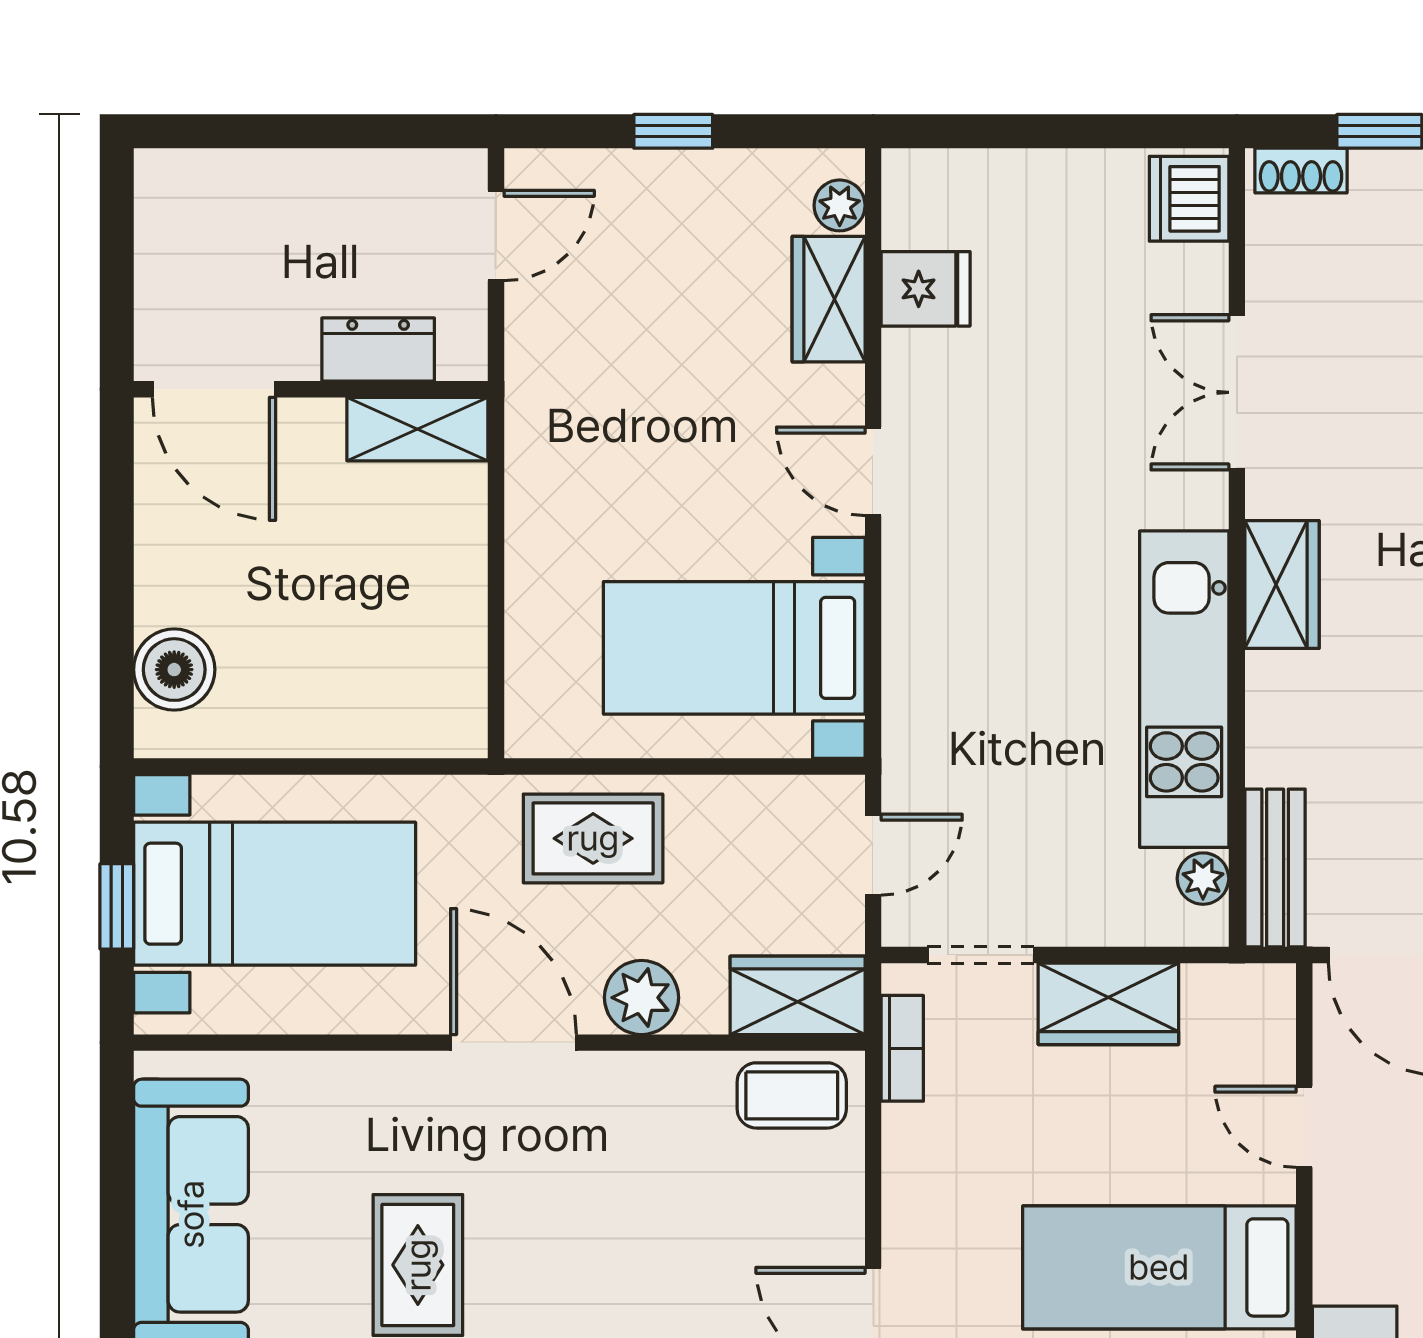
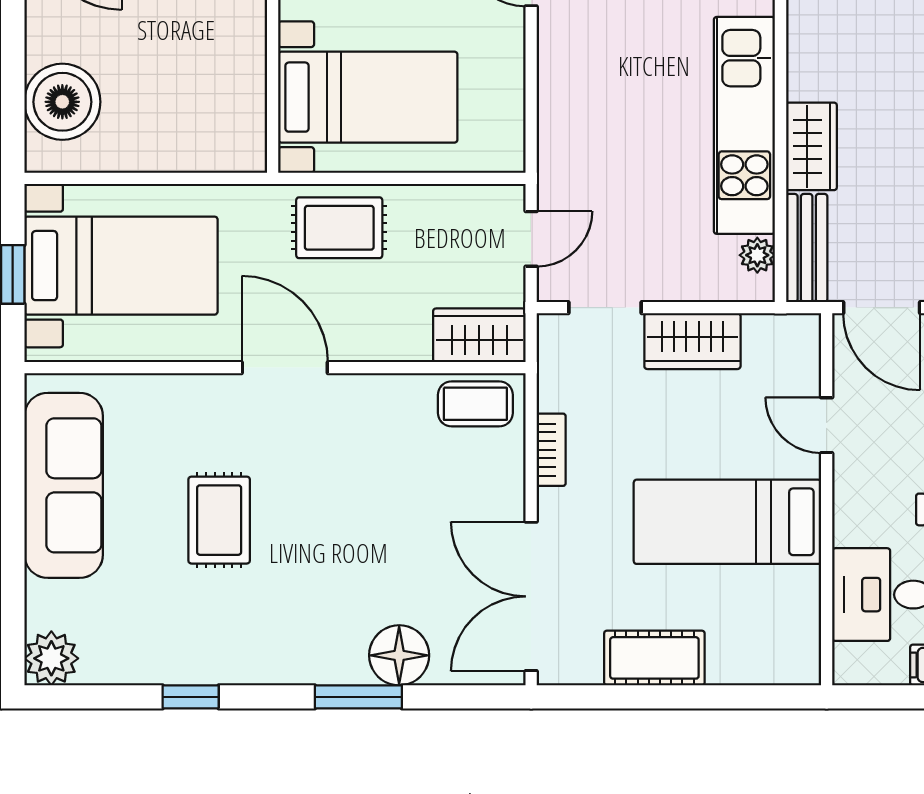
wardrobe: (1282, 584) -> (811, 146), moved
bed with nightstands: (734, 648) -> (368, 97), moved, turned 180
boiler: (174, 670) -> (62, 102), width x1.37, depth x1.37
plant: (641, 998) -> (372, 337), removed
bookcase: (902, 1048) -> (551, 450), moved

